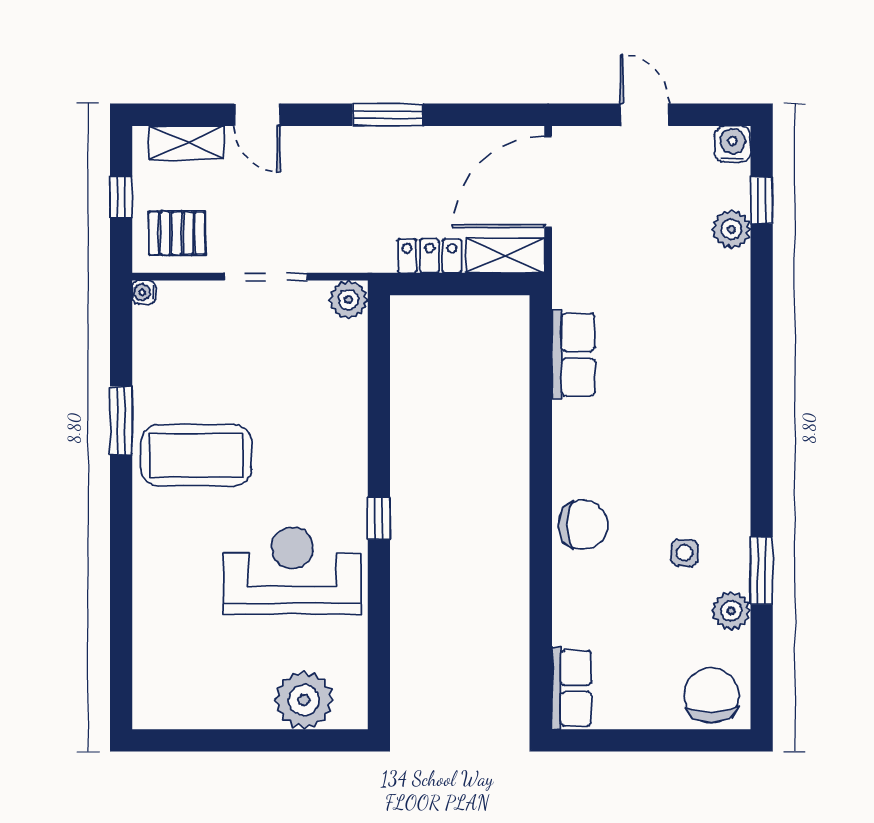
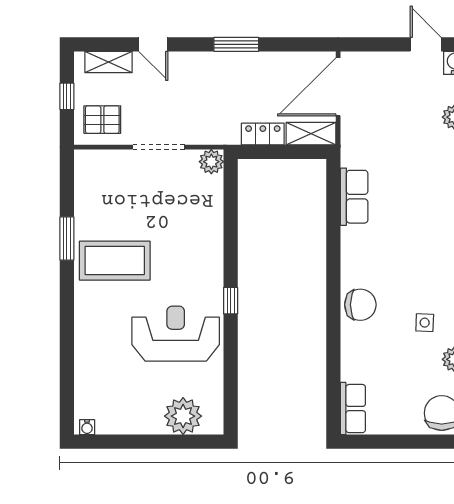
door: (644, 115) -> (426, 44), moved
water cooler: (144, 292) -> (87, 427), moved, turned -90

